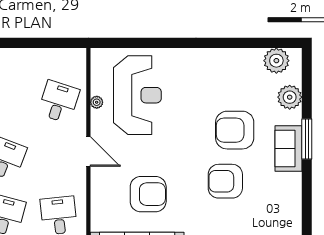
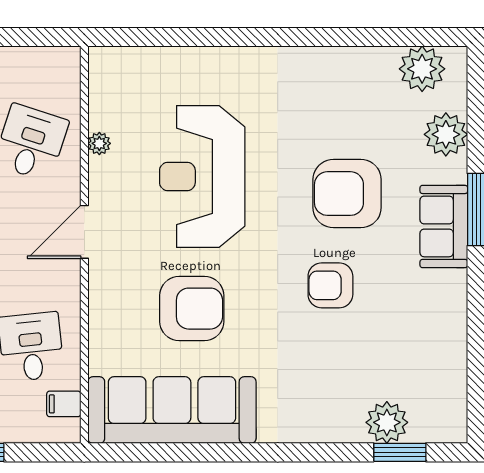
reception desk: (137, 95) -> (202, 176), moved, turned 180
door: (88, 151) -> (84, 232), swing flipped
armchair: (225, 181) -> (330, 285), width x0.73, depth x0.73

